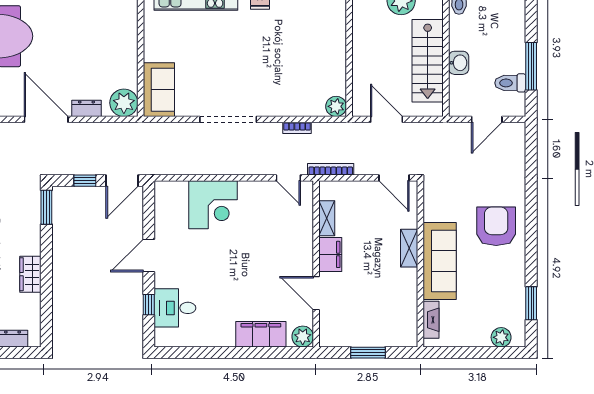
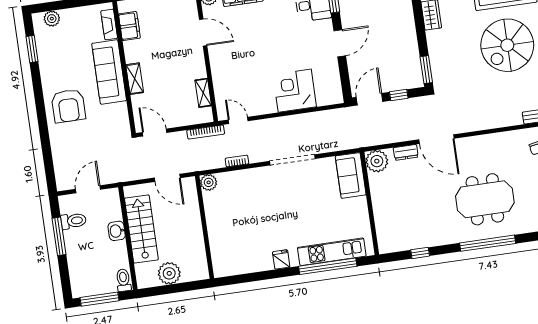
filing cabinet: (330, 254) -> (129, 26), moved, turned 180

